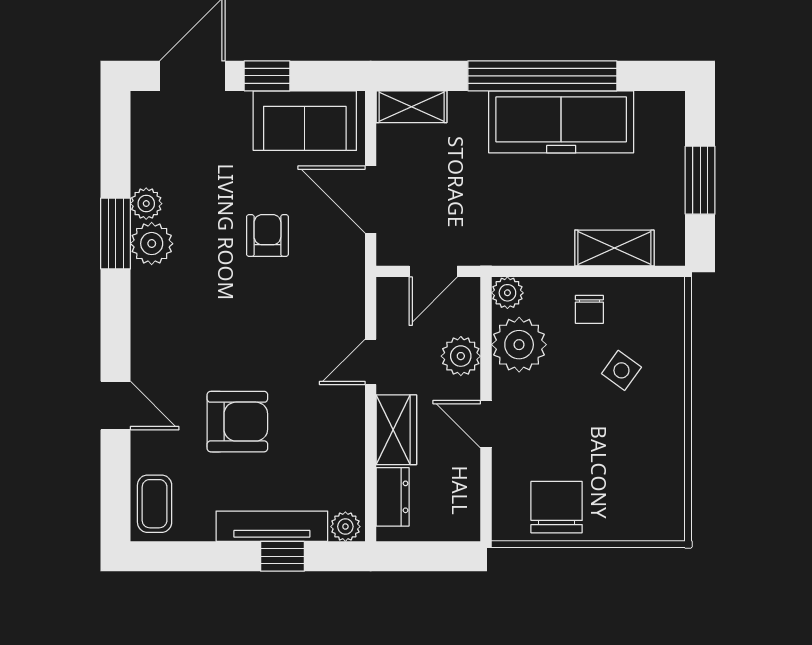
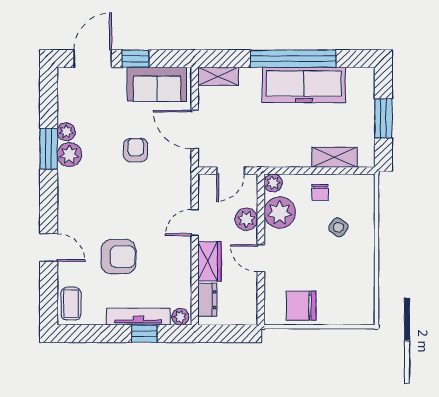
chair: (557, 507) -> (301, 306), turned -90

